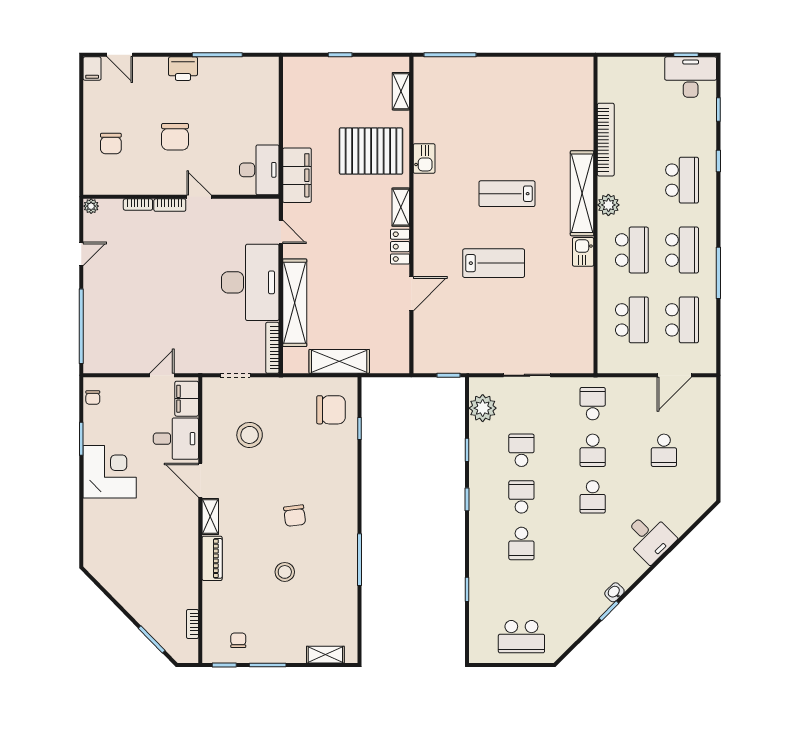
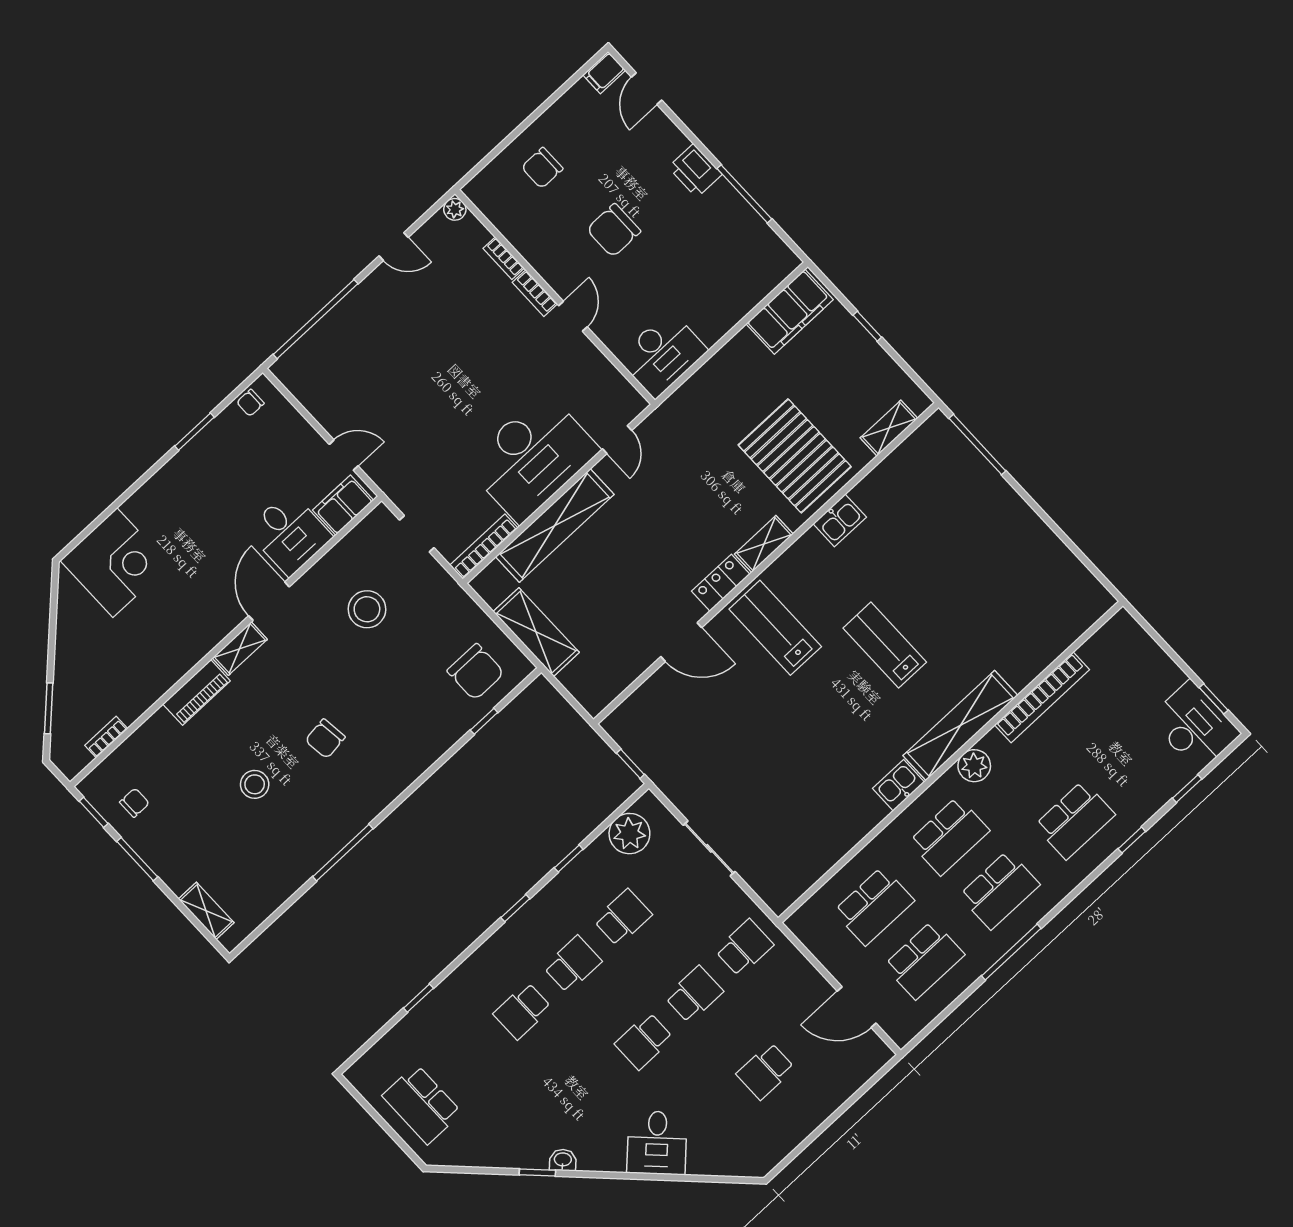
filing cabinet: (297, 175) -> (790, 312), moved
lab bench: (494, 263) -> (775, 628), moved, turned 180
school desk: (593, 450) -> (694, 994), turned 180
corner desk: (110, 472) -> (115, 563), moved

